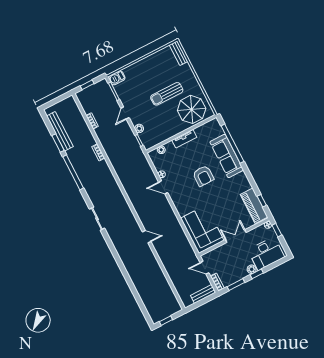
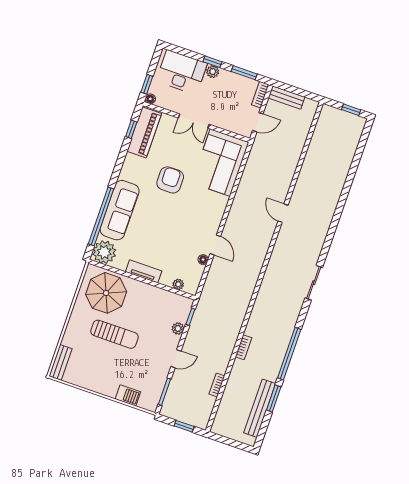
barbecue: (117, 78) -> (128, 395), moved
plant: (213, 128) -> (104, 252), added
armchair: (203, 176) -> (170, 180), moved
door: (204, 268) -> (258, 122), hinge flipped

